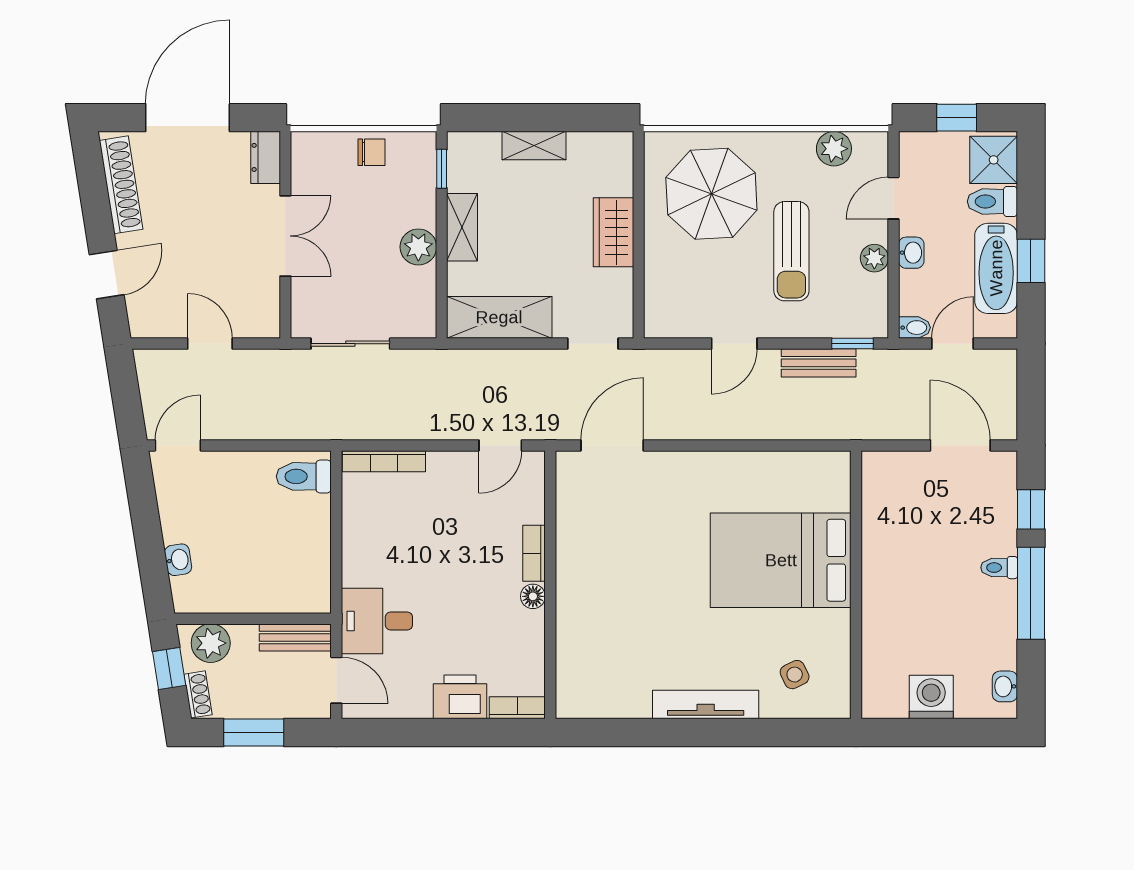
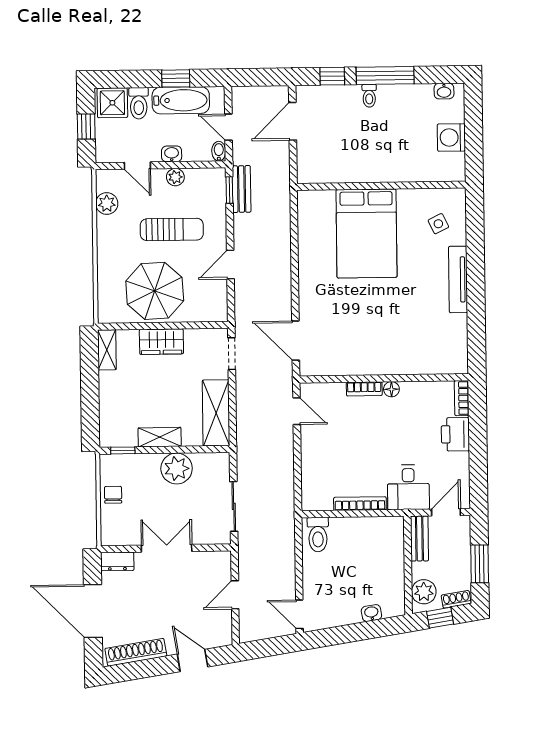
shelving: (534, 146) -> (107, 350), moved
parasol: (711, 194) -> (155, 291), moved
plant: (418, 247) -> (177, 469), width x1.36, depth x1.36
door: (734, 344) -> (230, 265), swing flipped
bench: (819, 363) -> (242, 189), moved
bookcase: (384, 461) -> (360, 504), moved, turned -90

